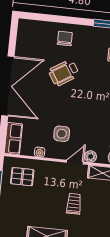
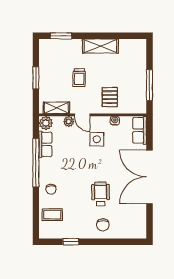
wheelchair: (64, 73) -> (101, 194), turned -59
door: (75, 162) -> (82, 115), hinge flipped
pallet: (22, 177) -> (110, 97), moved, turned 90

